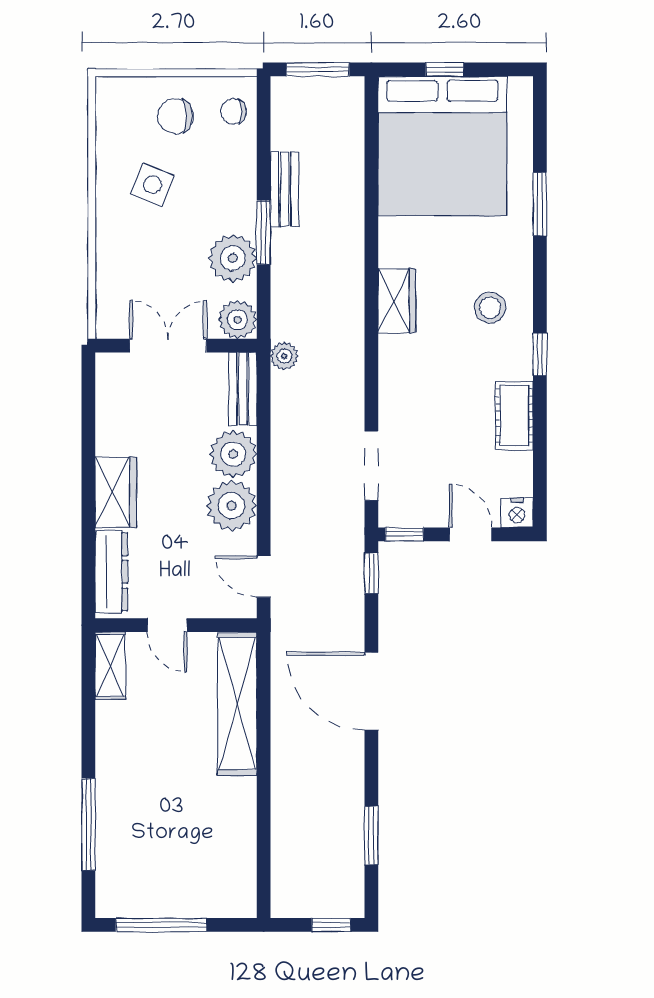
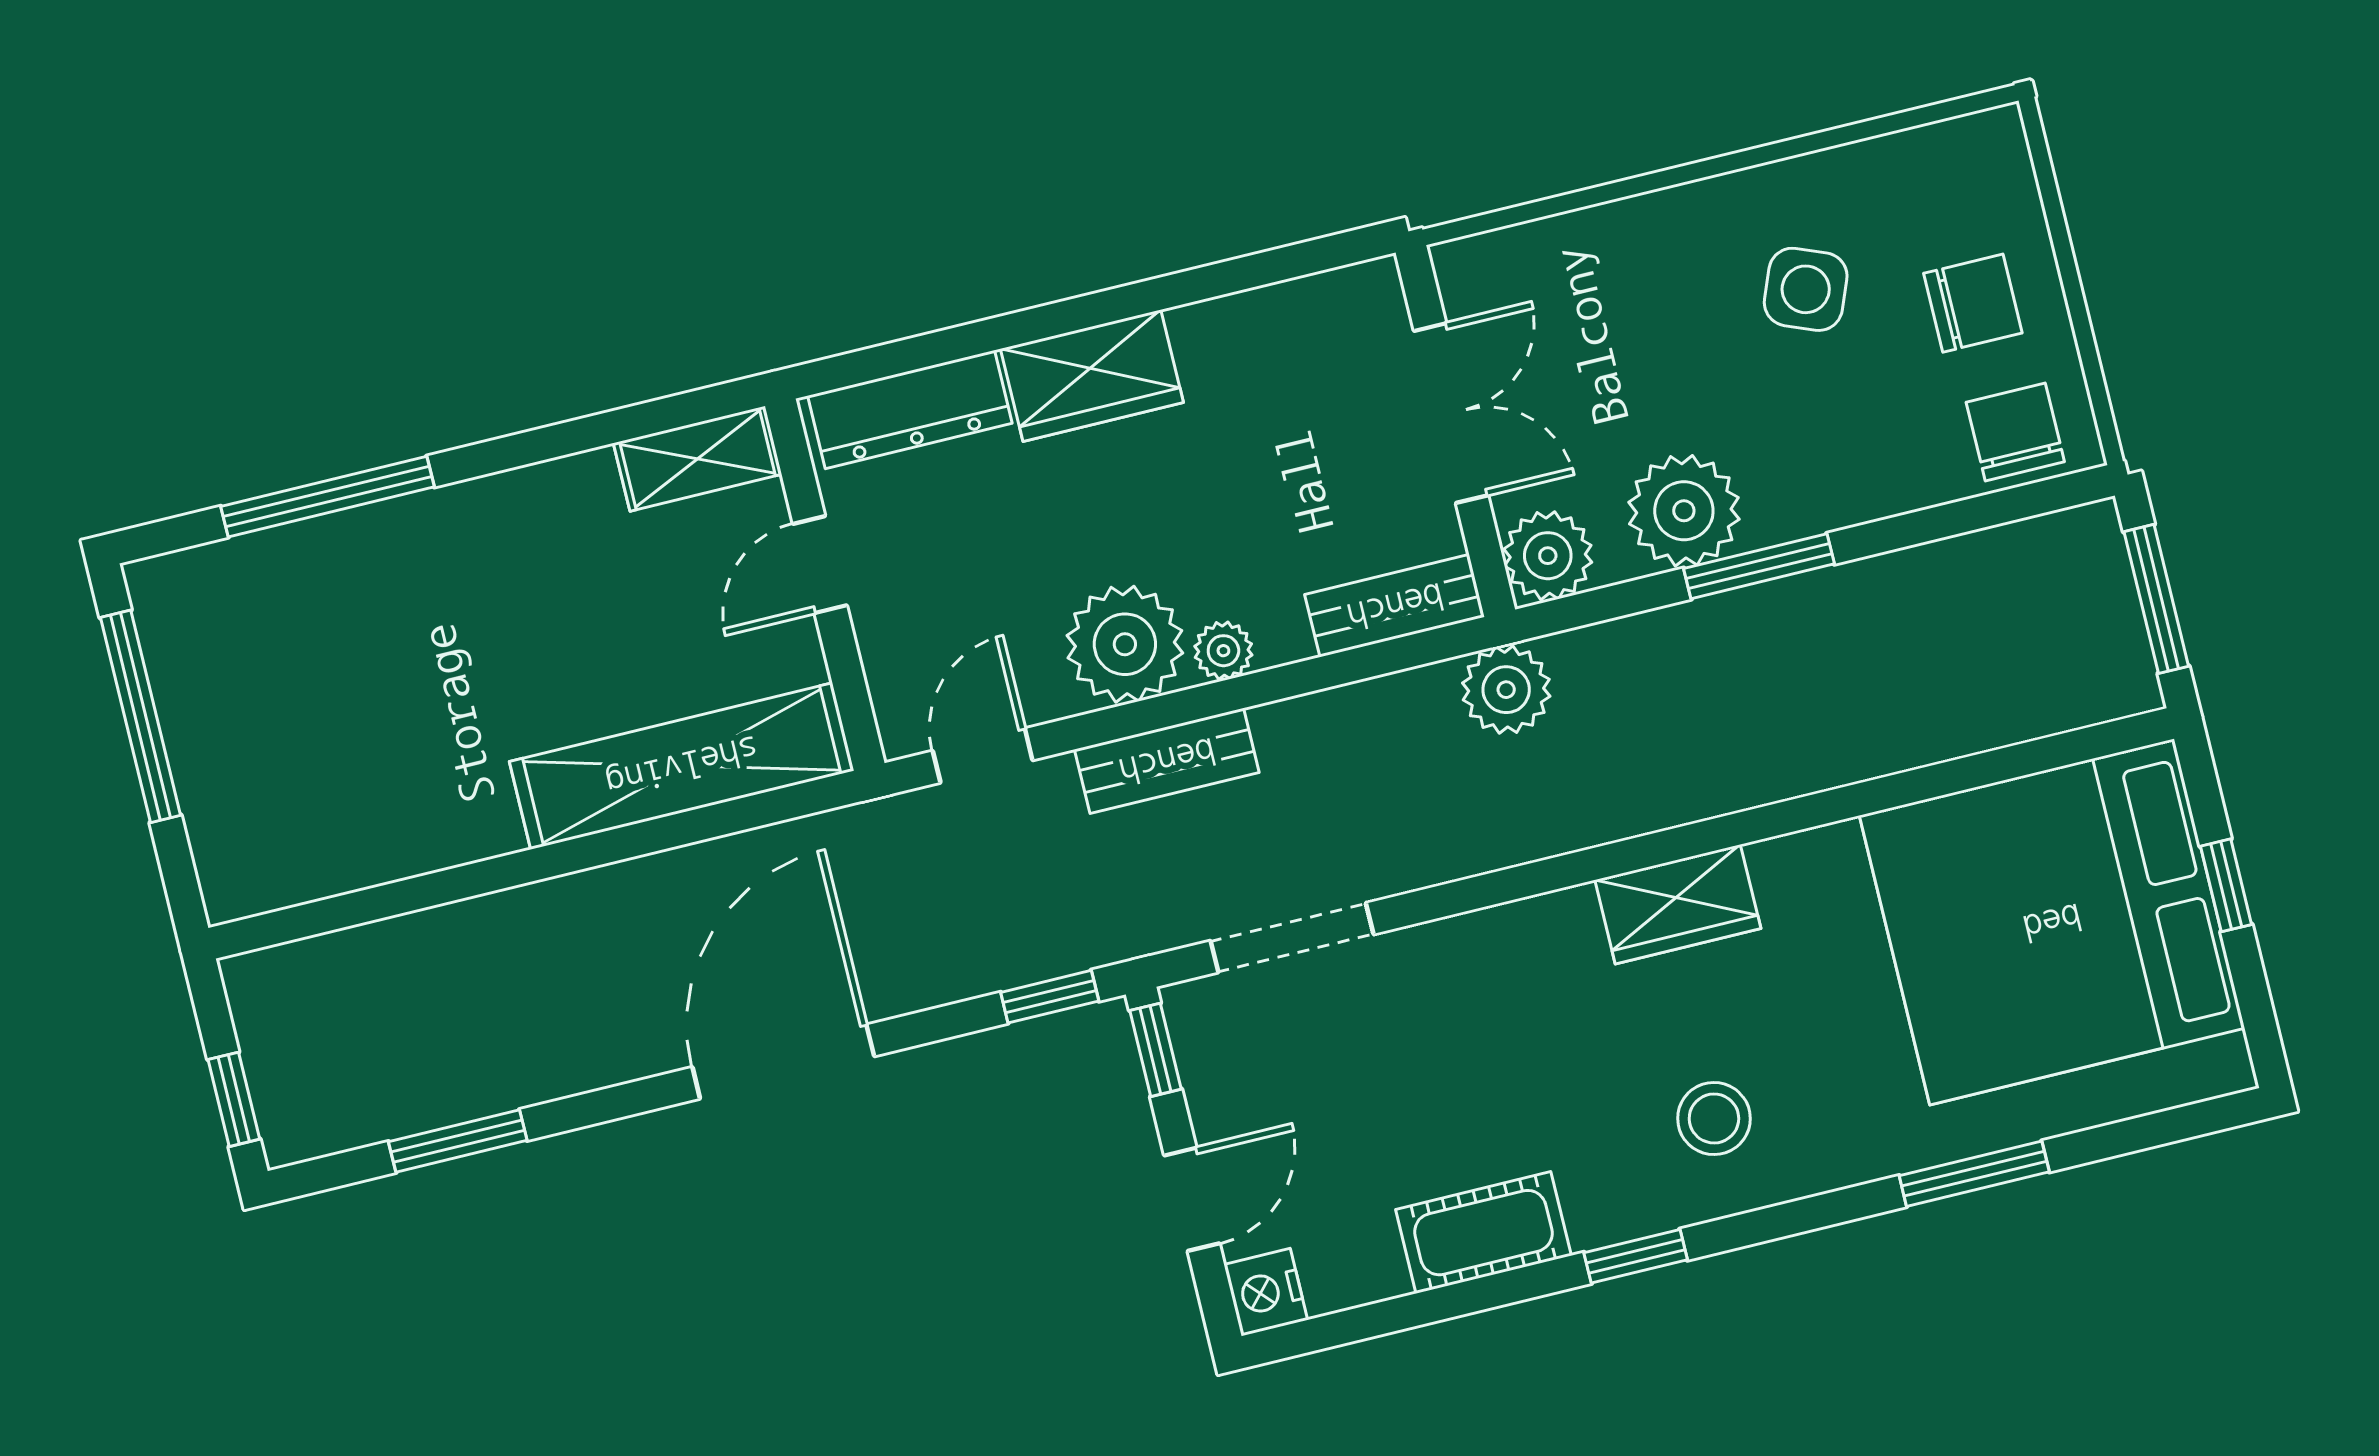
chair: (234, 111) -> (2015, 432), width x1.37, depth x1.37
chair: (175, 116) -> (1973, 303), turned 90
bench: (285, 189) -> (1167, 761), moved
plant: (284, 356) -> (1506, 690), width x1.38, depth x1.38
plant: (233, 454) -> (1223, 651), width x0.53, depth x0.53

